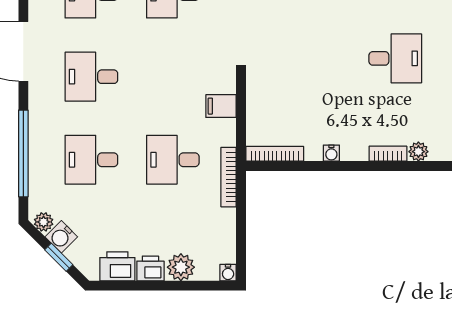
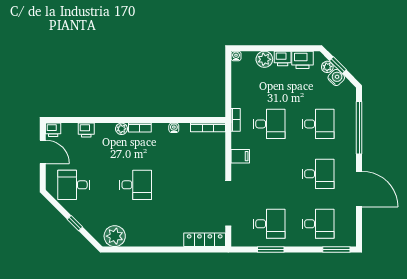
desk: (395, 58) -> (135, 185), turned 180
bookcase: (229, 177) -> (236, 120), width x0.64
plant: (44, 222) -> (327, 67), moved

